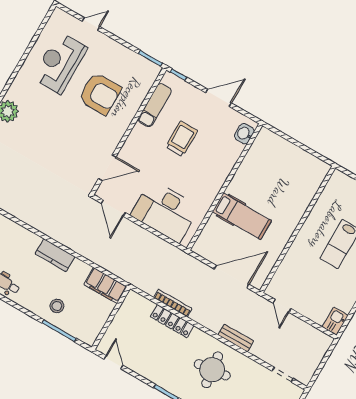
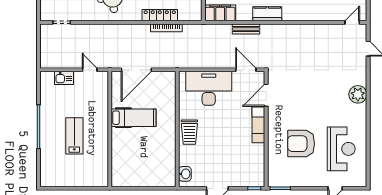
exam couch: (155, 105) -> (258, 125), moved
trolley: (181, 139) -> (189, 132), moved
hospital bed: (242, 216) -> (133, 118), moved, turned 180
kitchen sink: (335, 321) -> (64, 78), moved, turned 90
bench: (236, 338) -> (246, 29), moved

